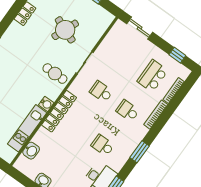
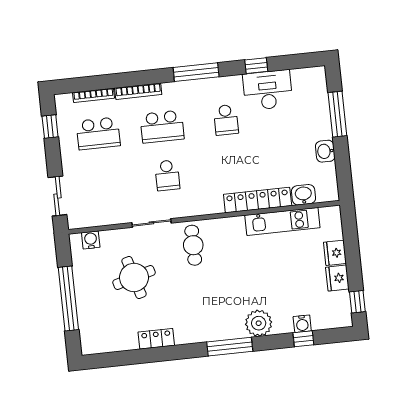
round table: (65, 30) -> (134, 277), turned -38
water cooler: (46, 104) -> (91, 240), moved
locker: (59, 111) -> (258, 200), moved
school desk: (128, 111) -> (162, 127), width x1.85
window: (140, 152) -> (196, 72), width x1.44

